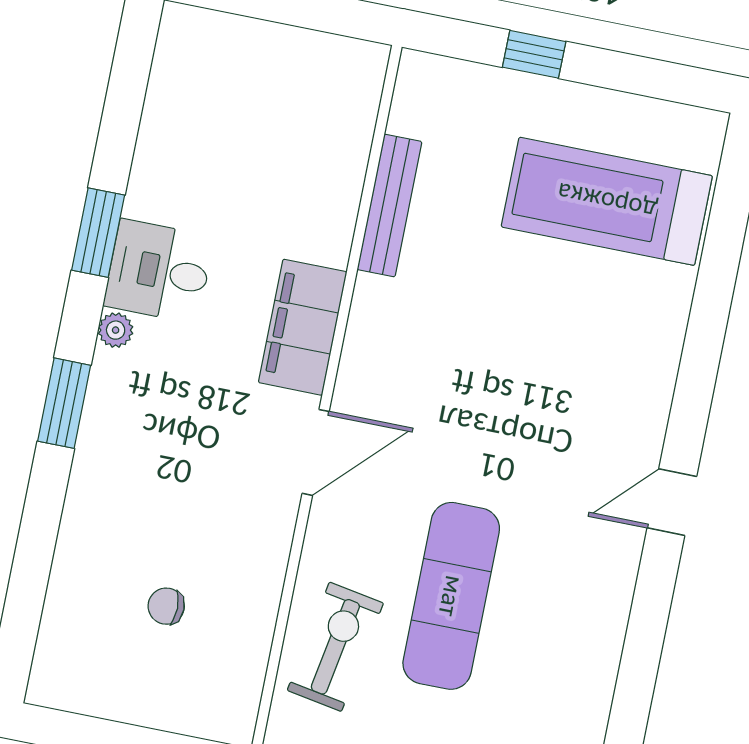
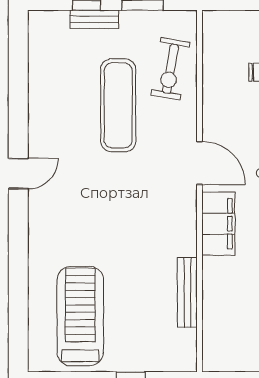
treadmill: (607, 201) -> (80, 316), turned -90
door: (316, 452) -> (199, 163), swing flipped

